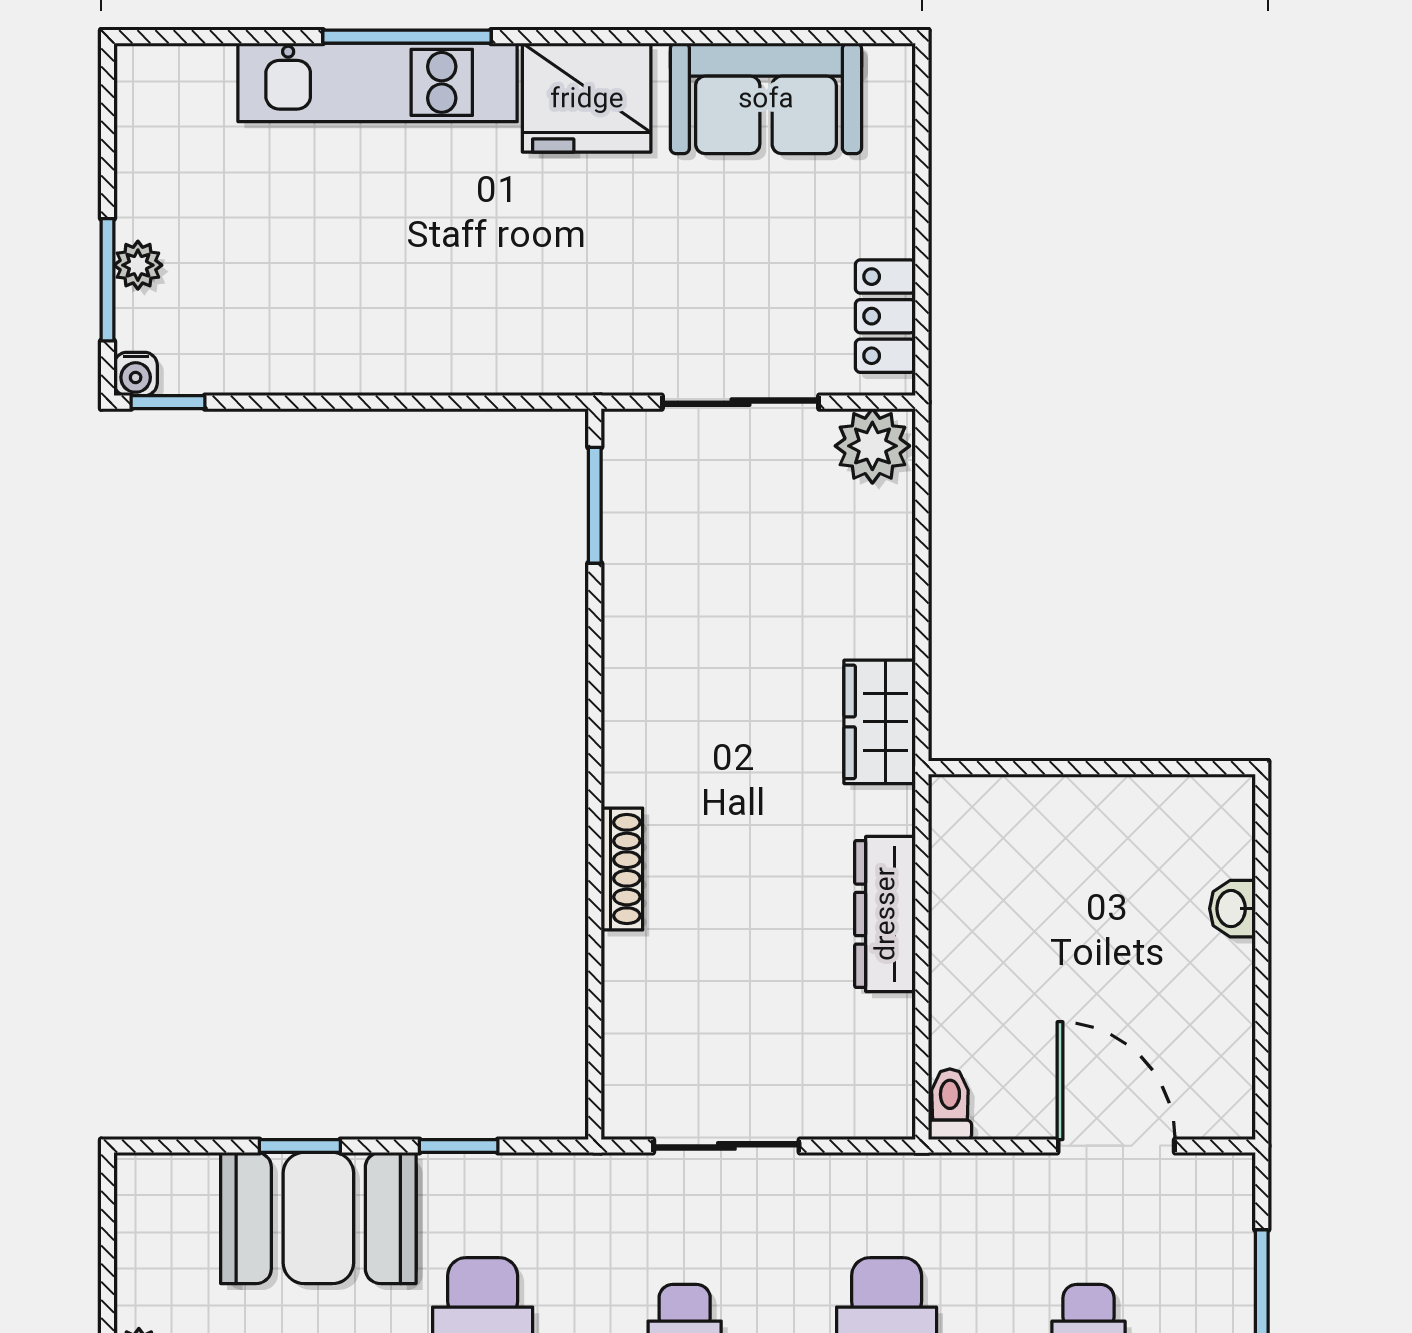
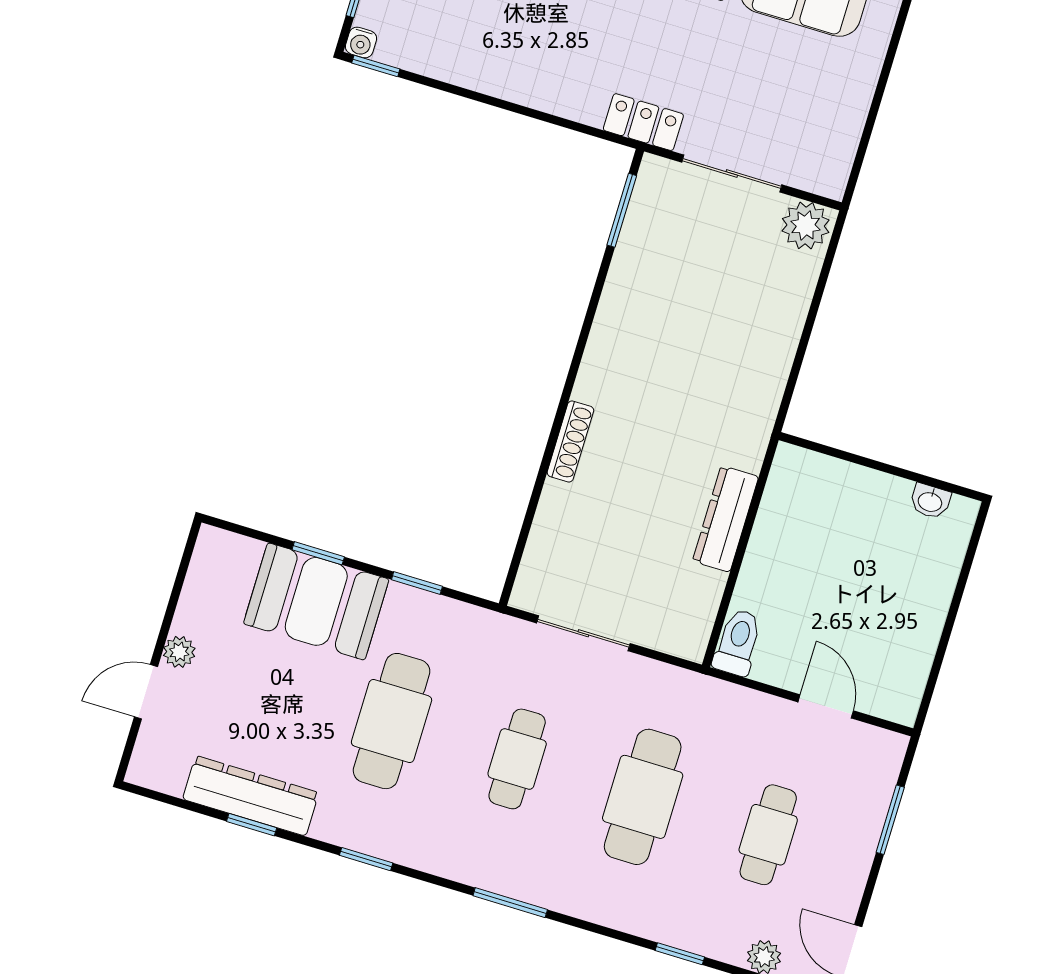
locker: (885, 316) -> (643, 122), moved, turned 90
wardrobe: (880, 722) -> (758, 398), removed
washbasin: (1232, 909) -> (930, 501), moved, turned -90
toilet: (950, 1104) -> (738, 642), width x1.37, depth x1.39
door: (1116, 1146) -> (826, 706), width x0.73

